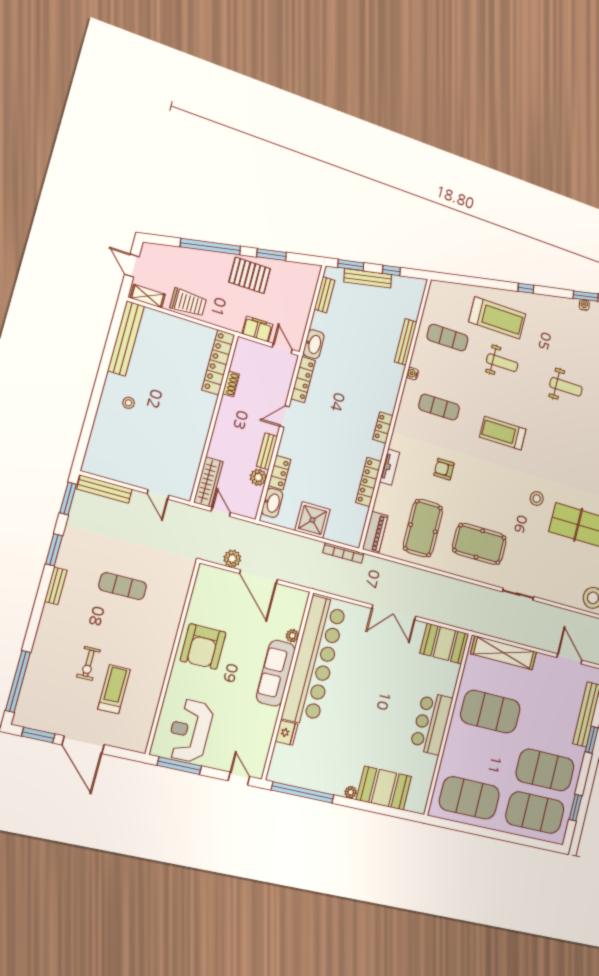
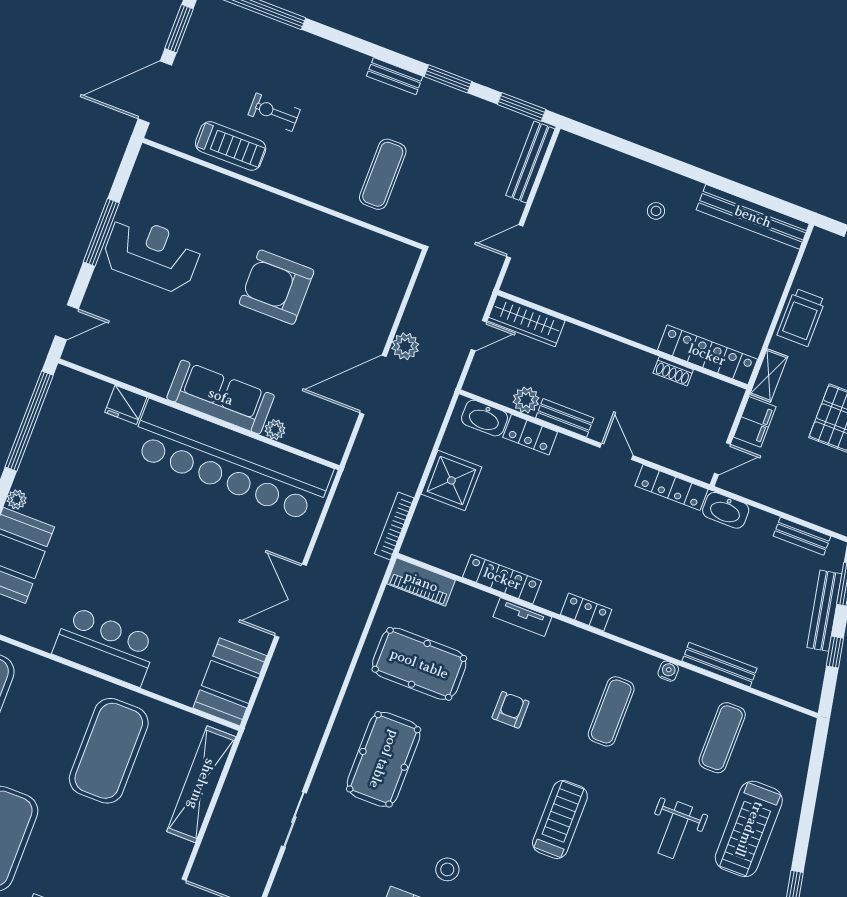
shelving: (148, 296) -> (769, 375), moved
wall: (173, 658) -> (283, 194), moved

